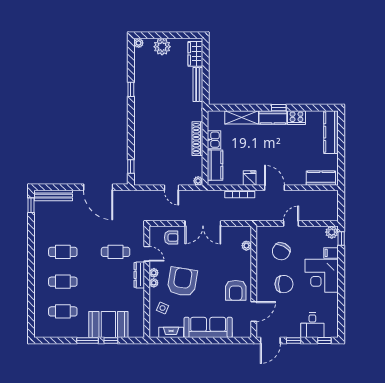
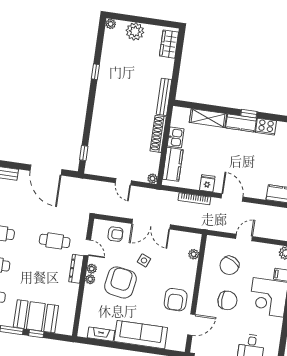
bench: (198, 84) -> (164, 97), moved
side table: (163, 308) -> (144, 260), moved

